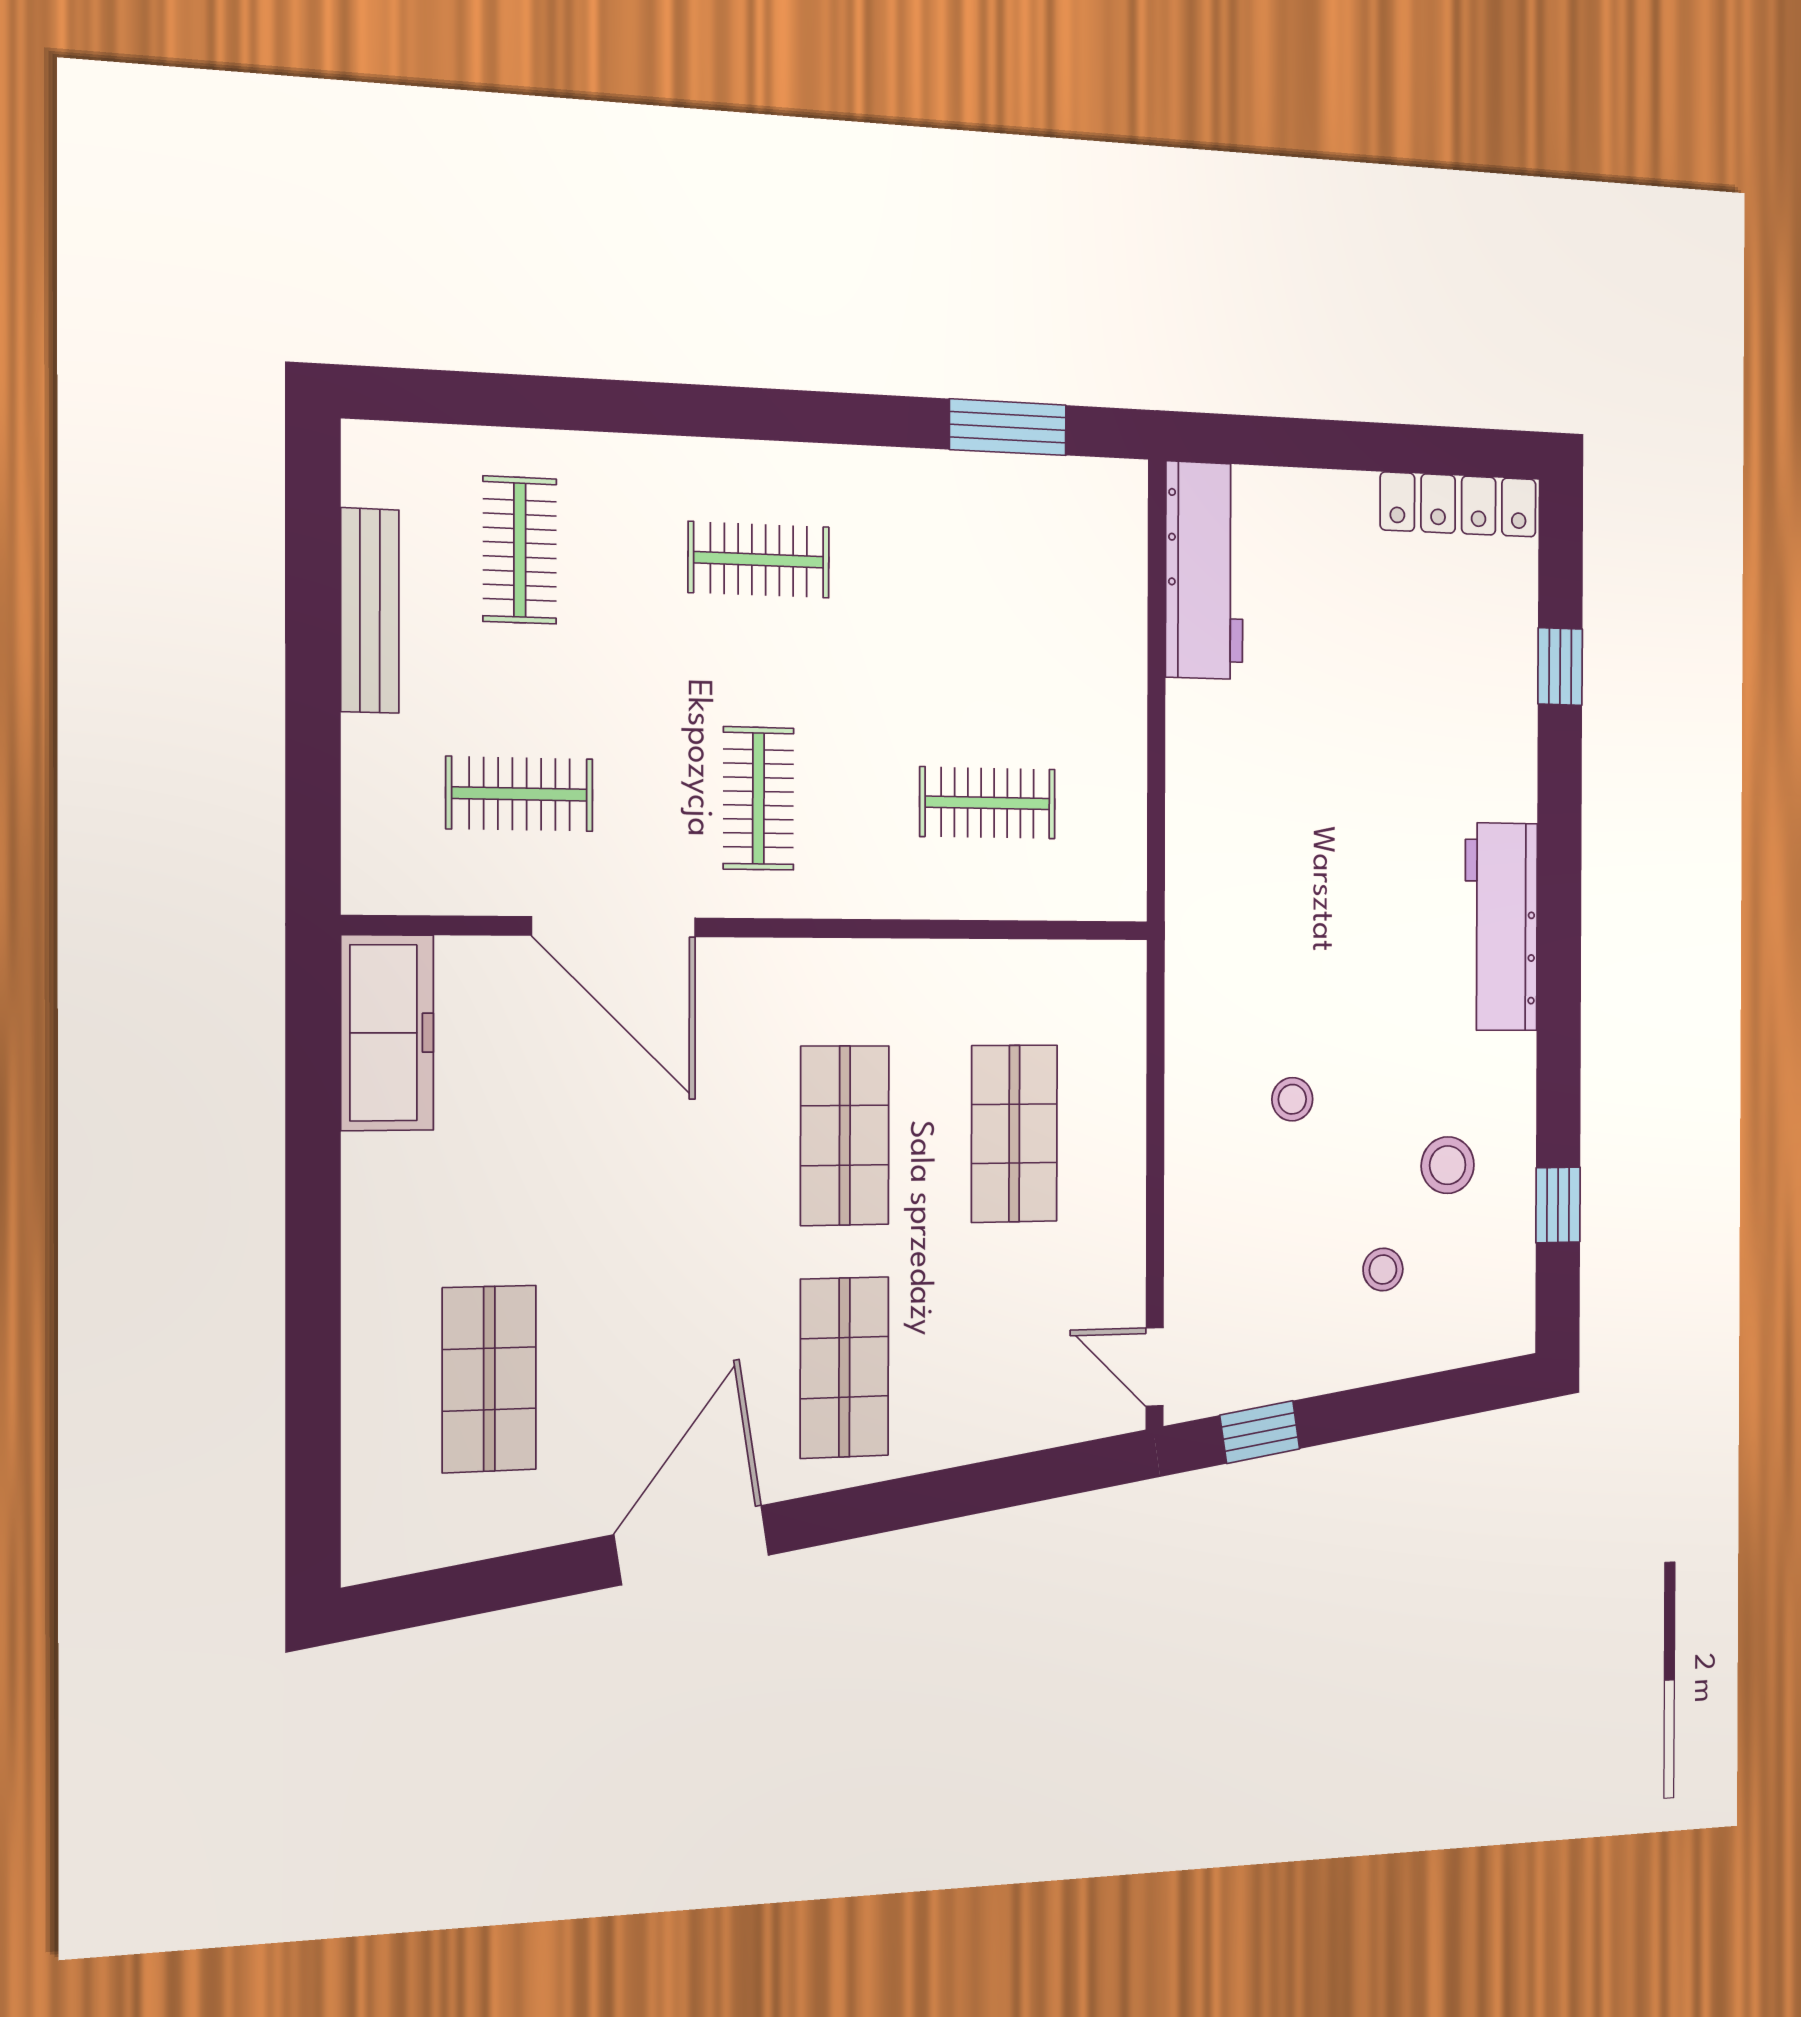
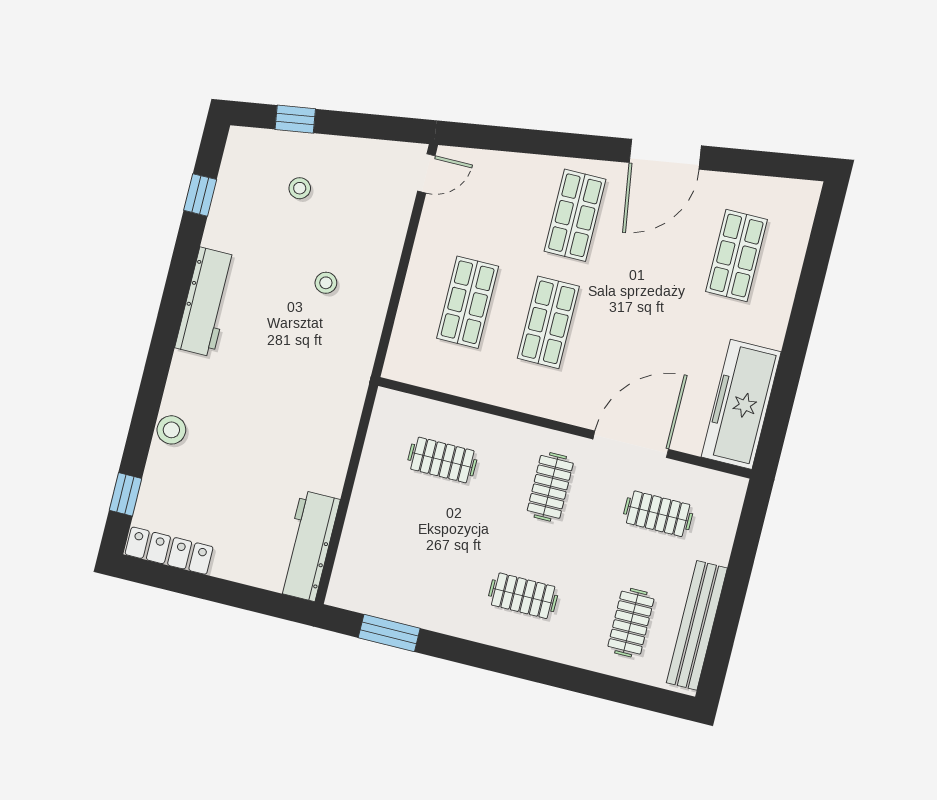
bench: (370, 611) -> (697, 625), width x1.37, depth x1.21
window: (1560, 666) -> (125, 494), moved
door: (614, 927) -> (631, 444), hinge flipped
workbench: (1501, 927) -> (206, 302), moved
freezer: (387, 1033) -> (741, 404), width x1.36, depth x1.26
stool: (1448, 1165) -> (171, 430), moved
door: (1155, 1367) -> (426, 173), hinge flipped
window: (1260, 1432) -> (295, 119), moved

